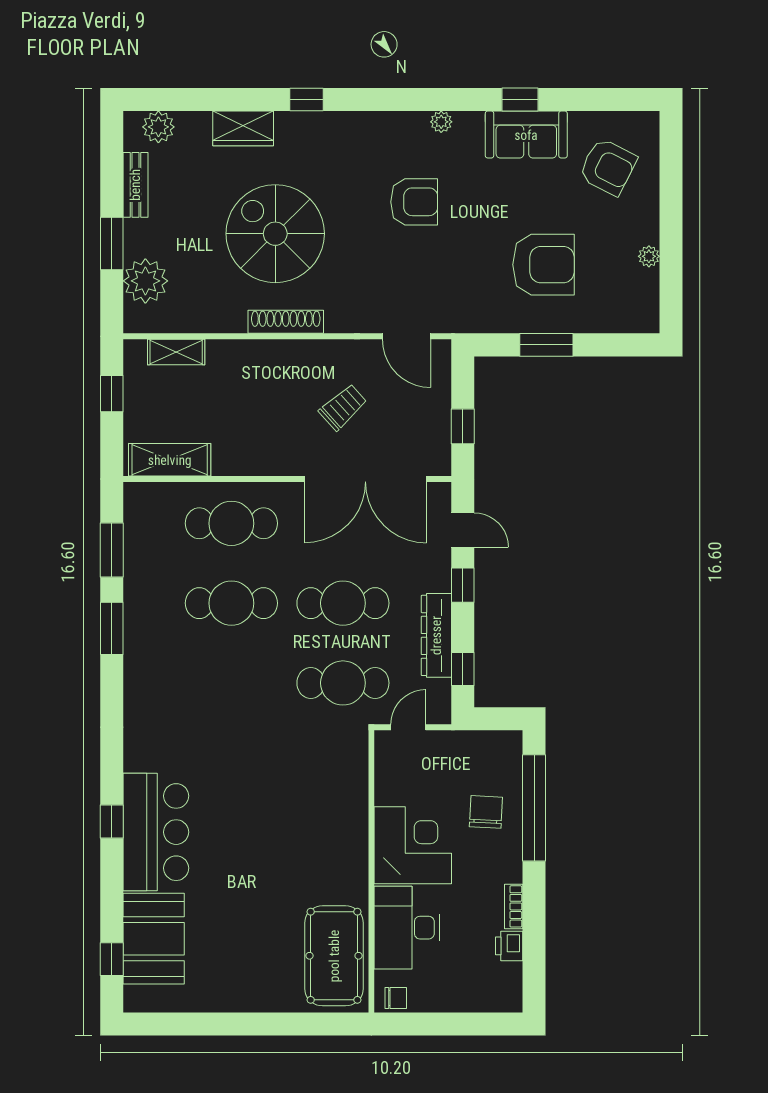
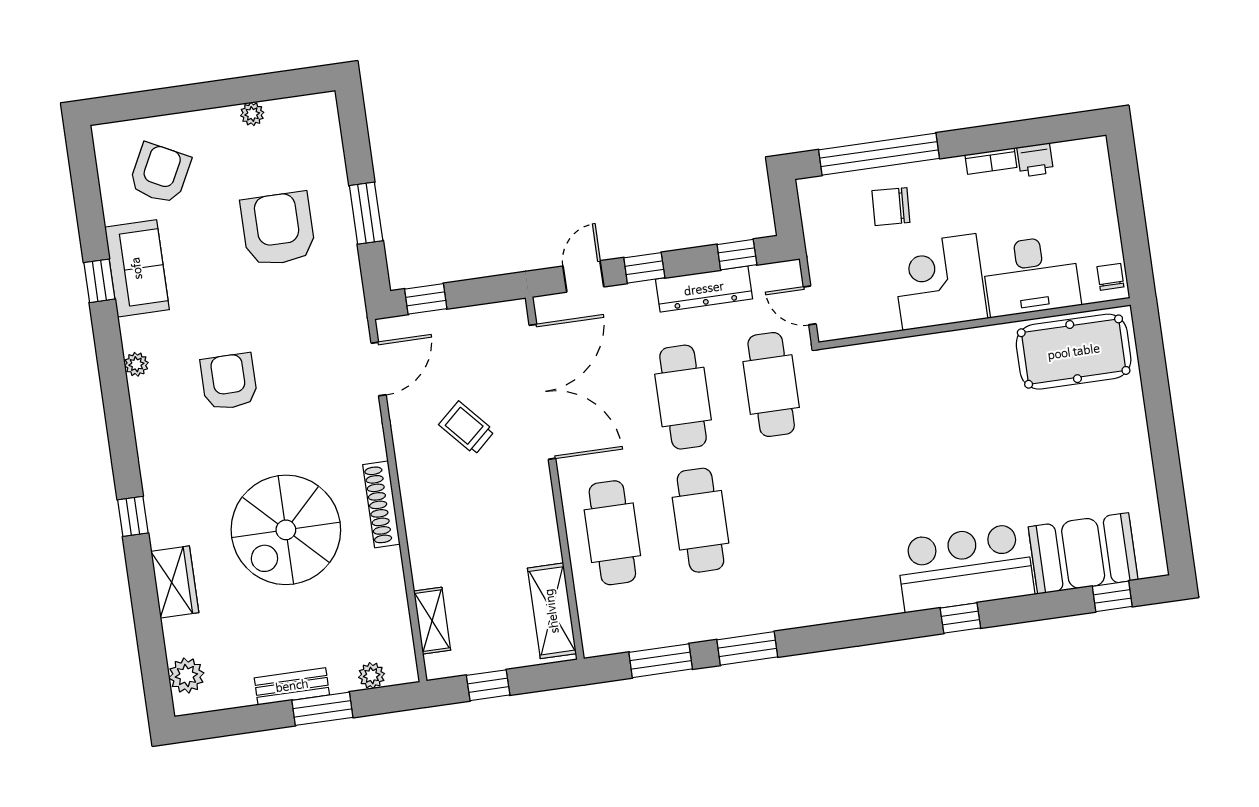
bench: (135, 185) -> (292, 686), moved
plant: (145, 281) -> (372, 676), width x0.53, depth x0.53
window: (463, 426) -> (426, 299), moved

